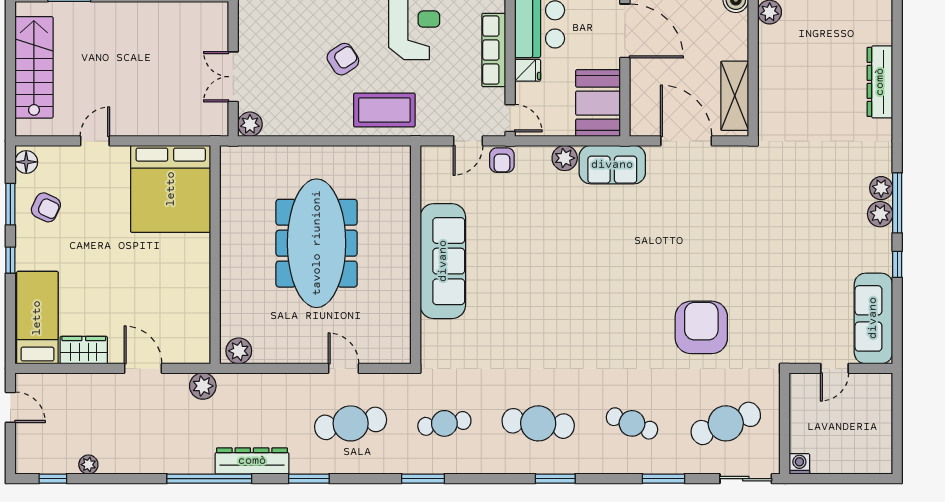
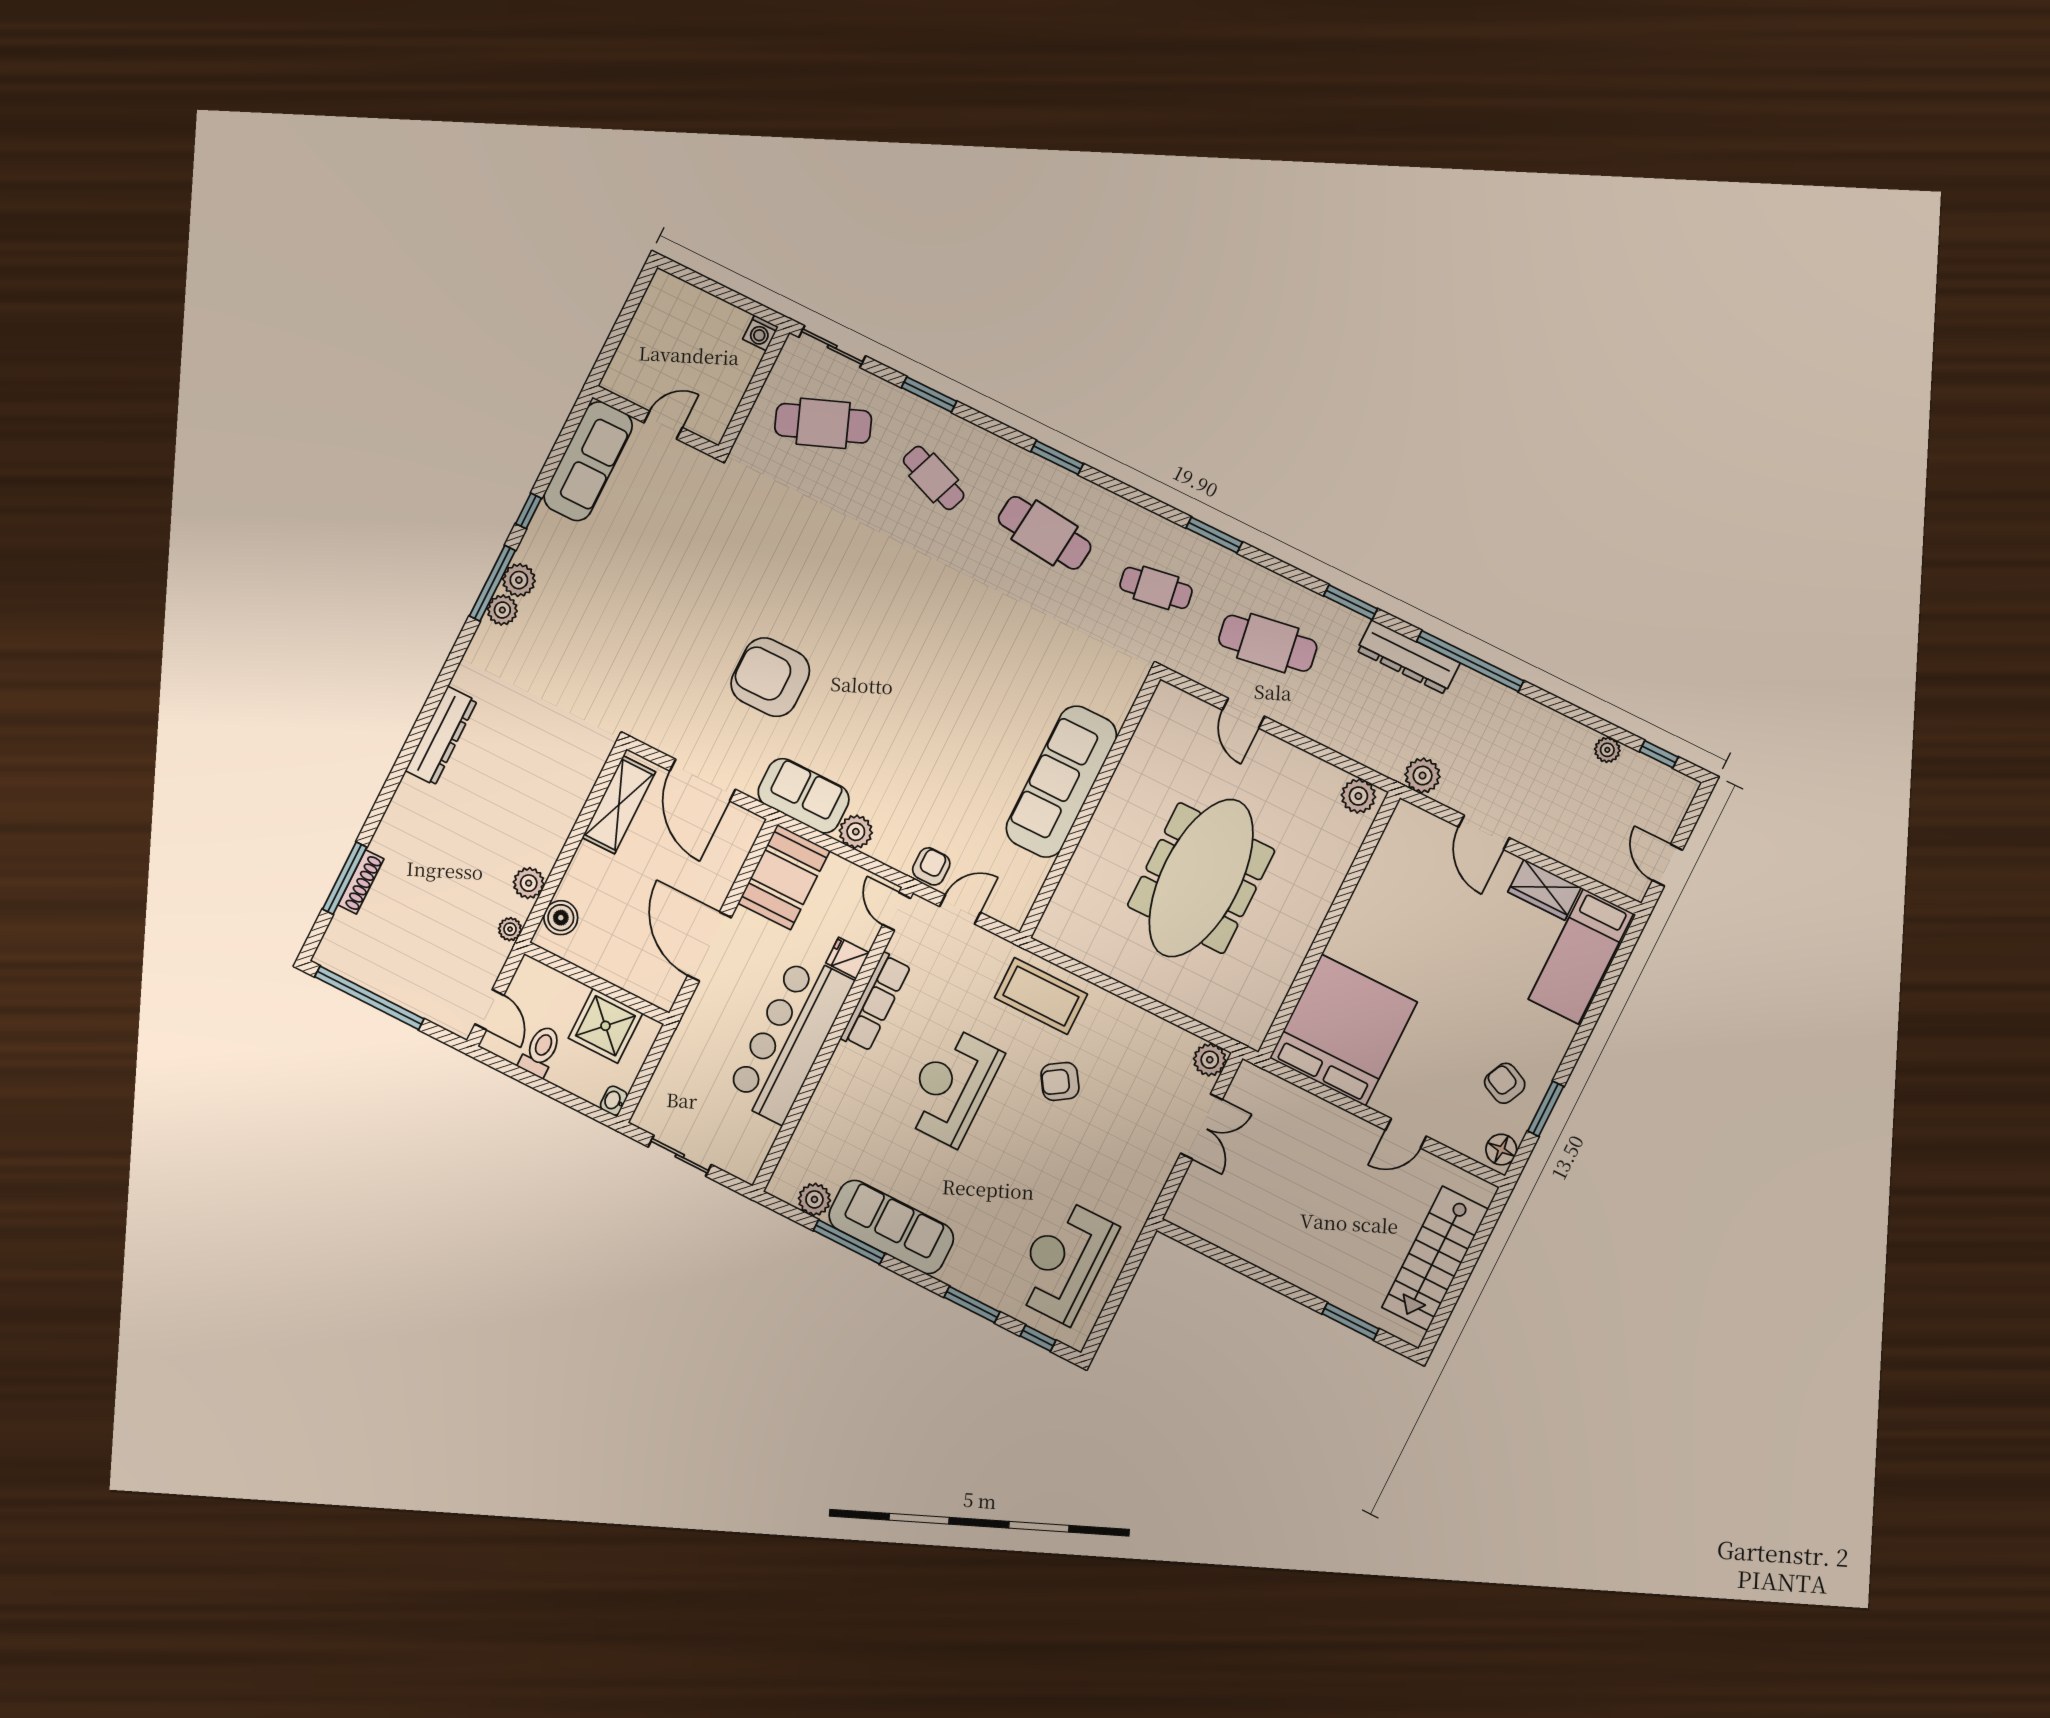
window: (10, 260) -> (1579, 1042), removed
armchair: (701, 327) -> (770, 677), moved, turned 90

